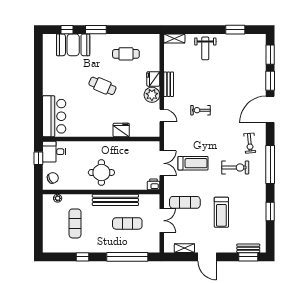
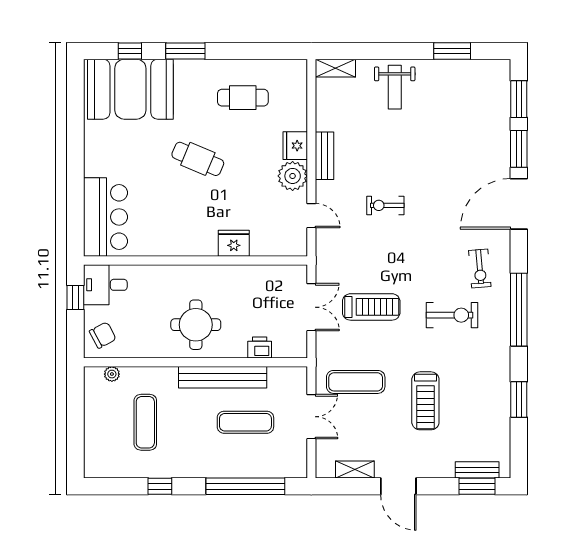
booth: (73, 45) -> (130, 89), width x1.36, depth x1.42
printer: (153, 184) -> (260, 348), moved

